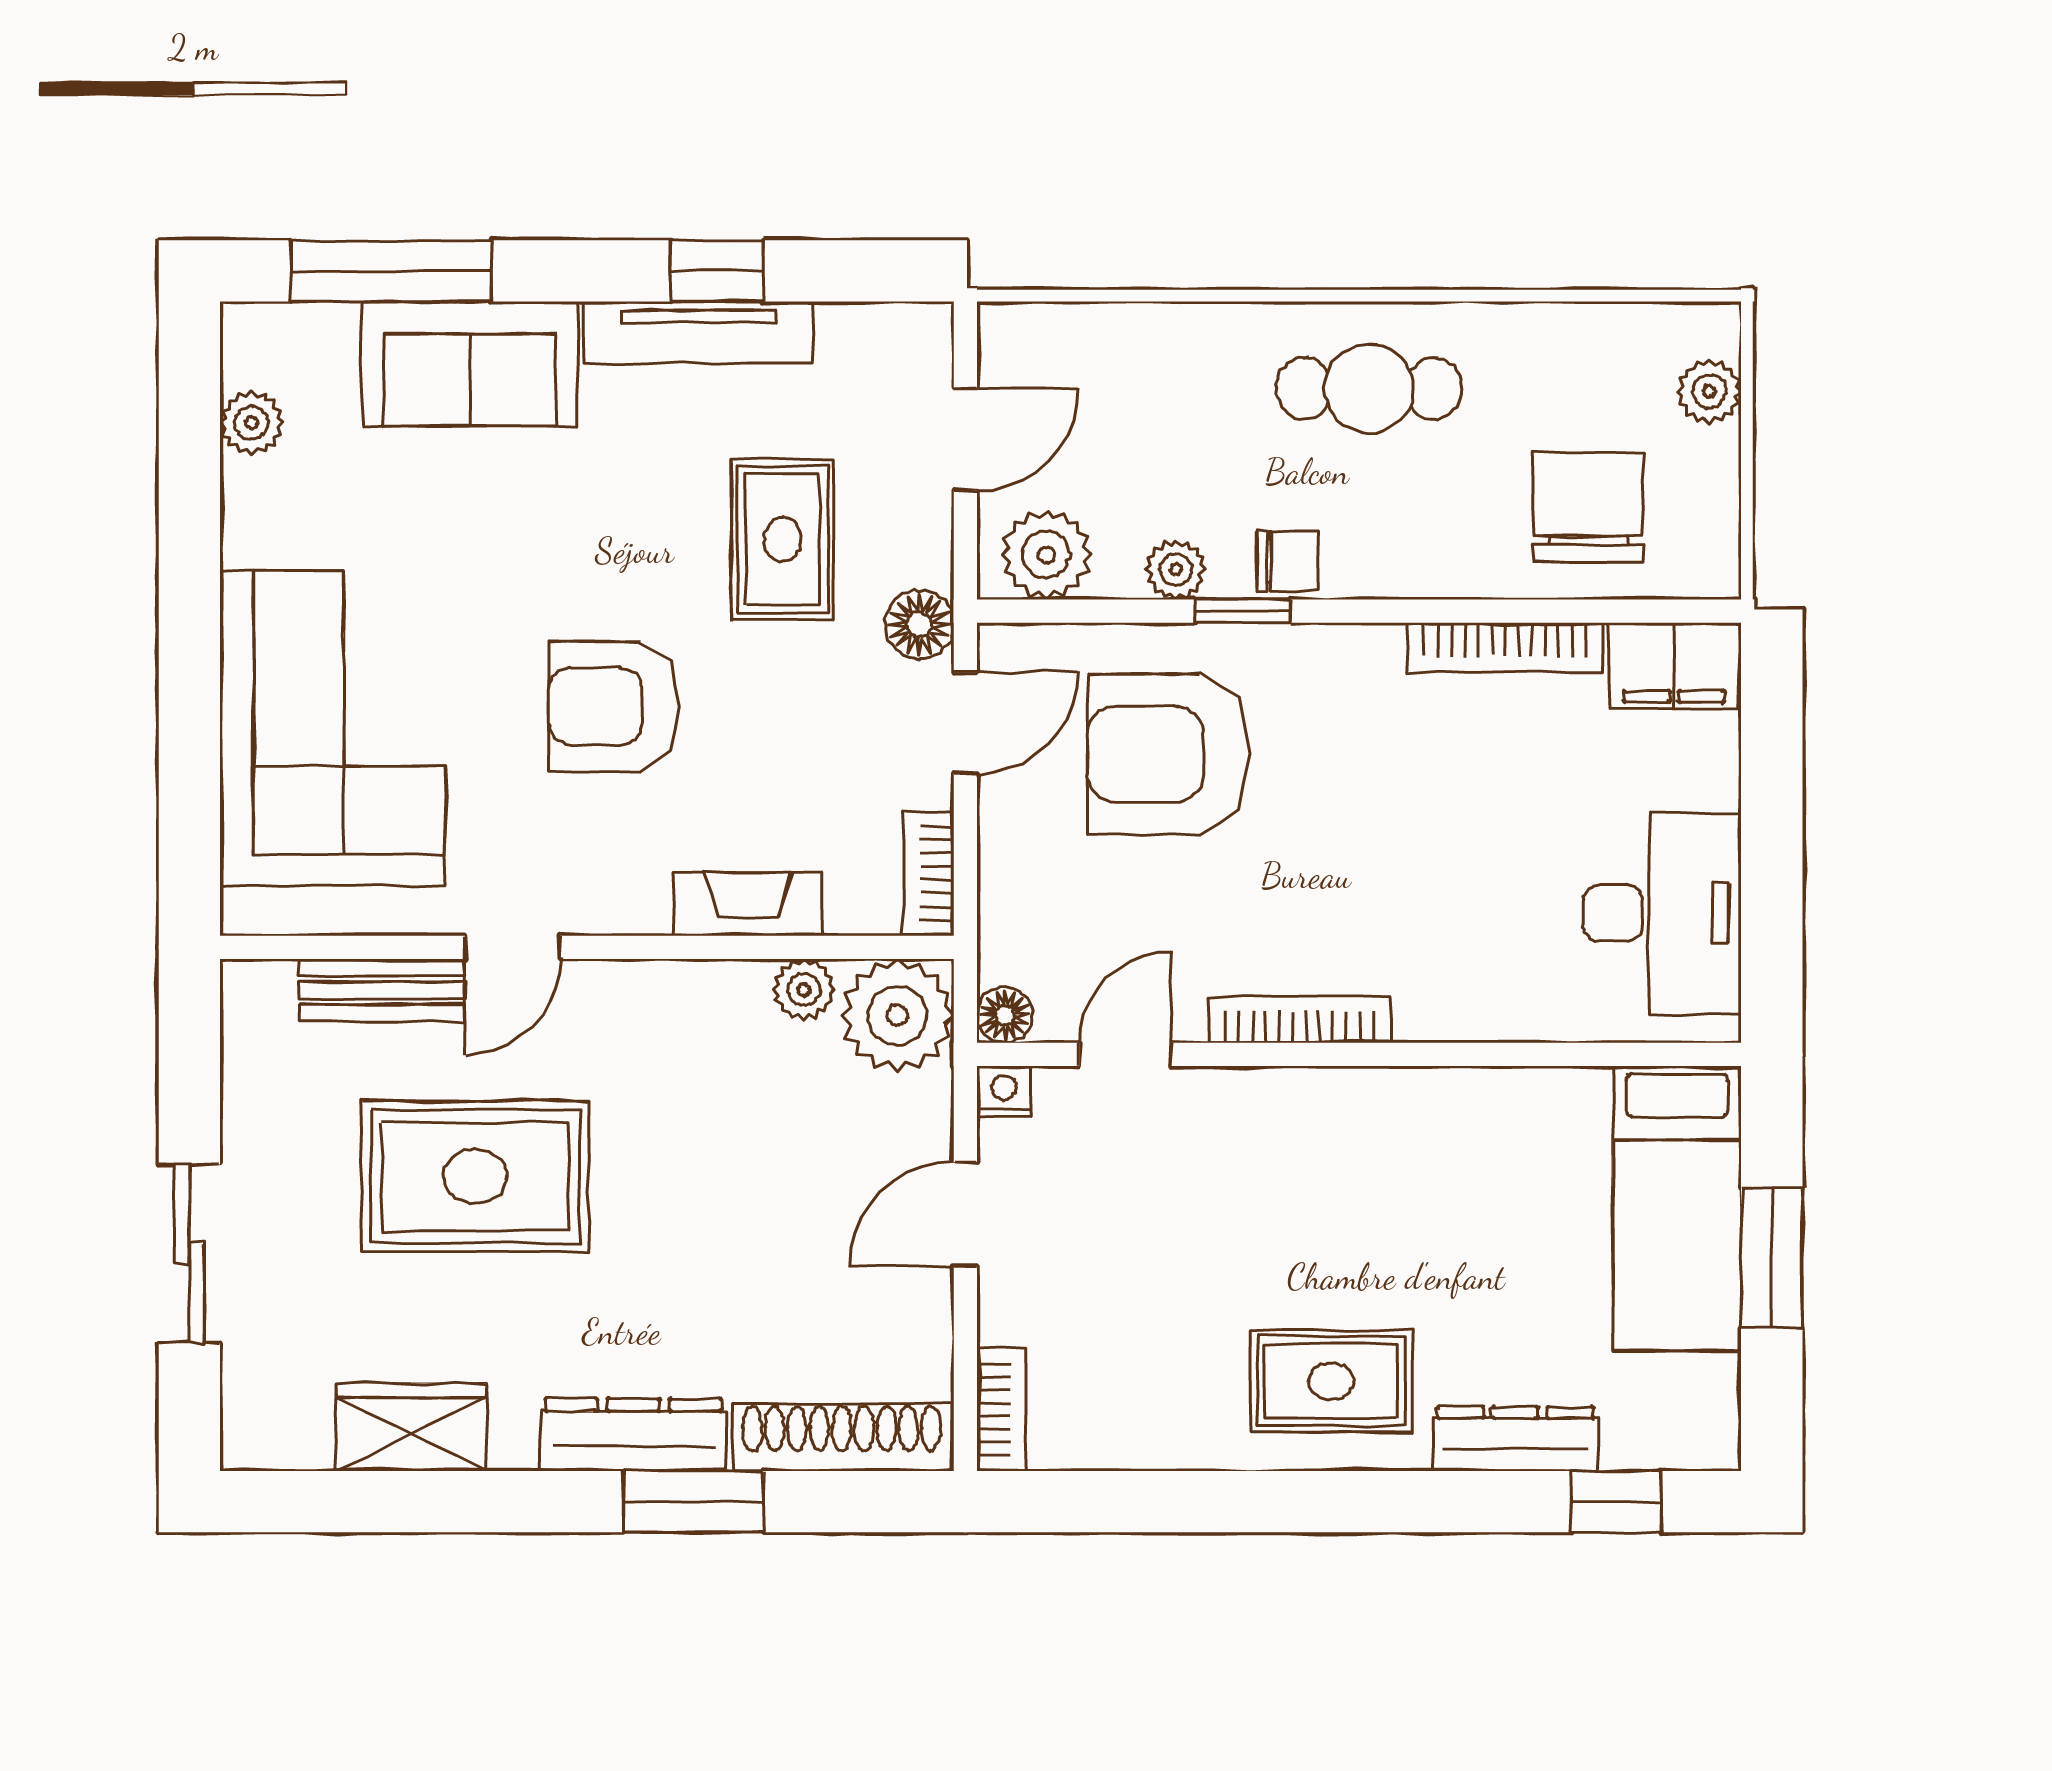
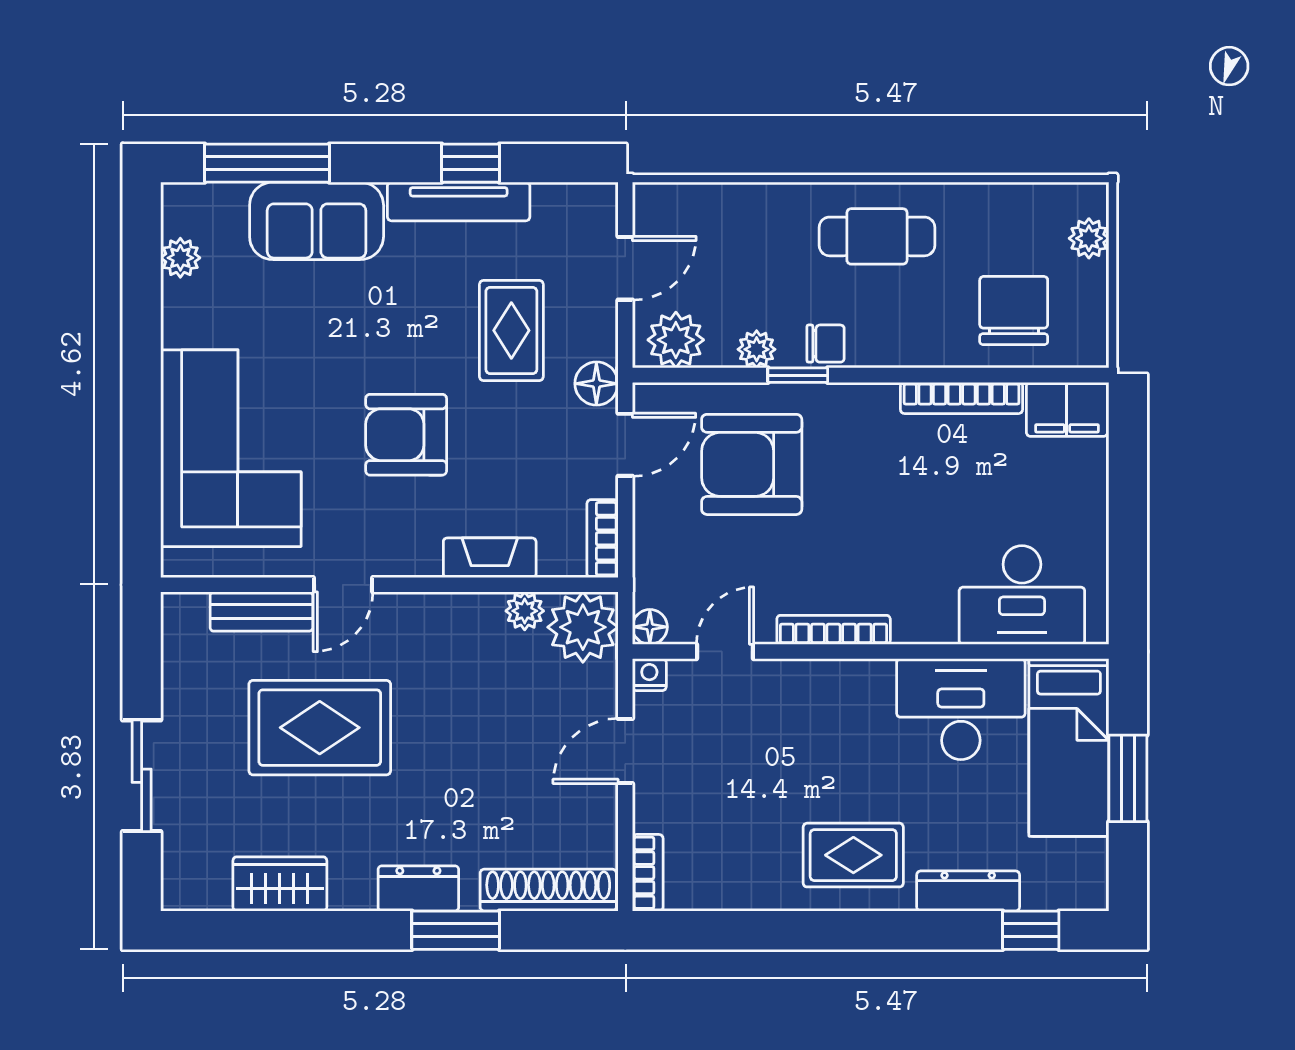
desk: (1662, 913) -> (1022, 595), moved, turned 90
desk: (1504, 1147) -> (961, 709), added
dresser: (633, 1435) -> (418, 888), width x0.70

